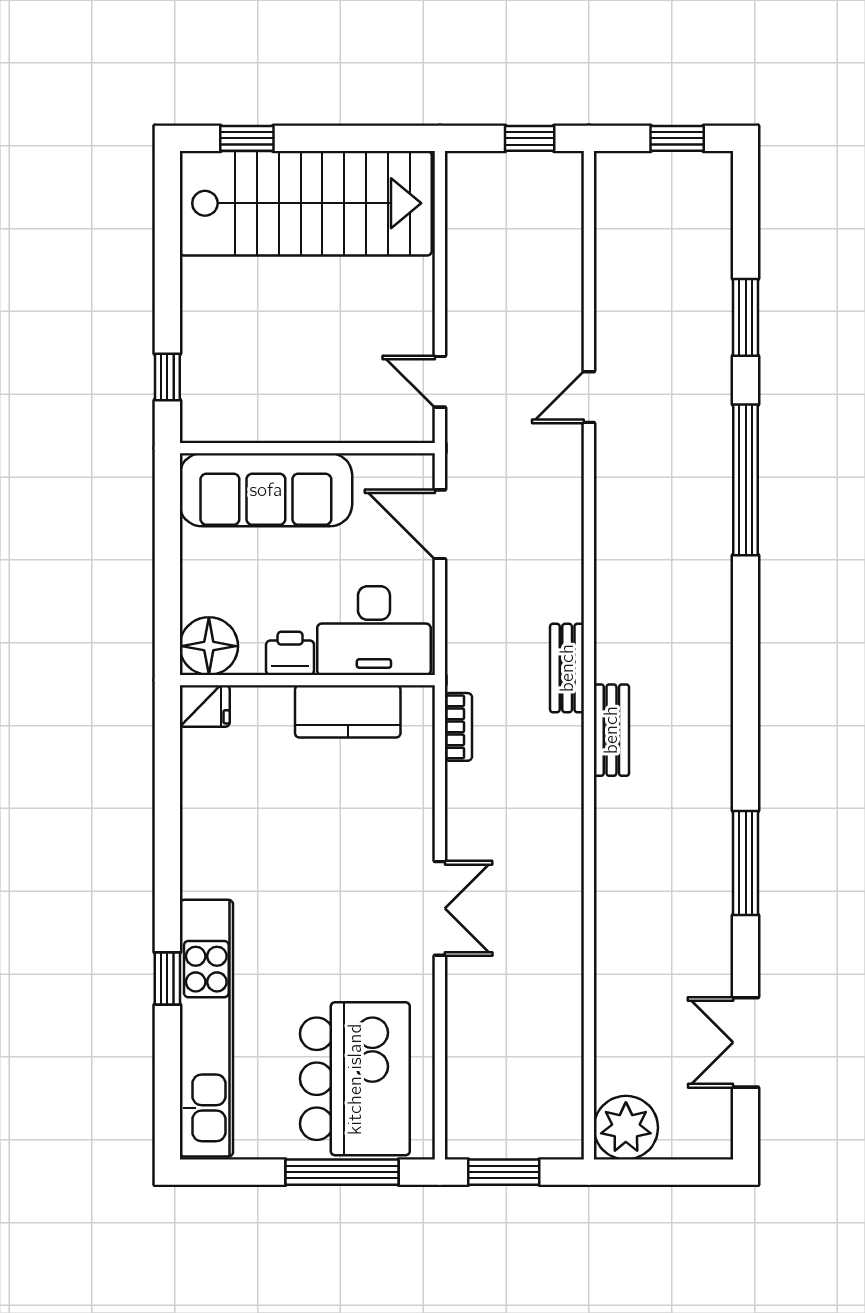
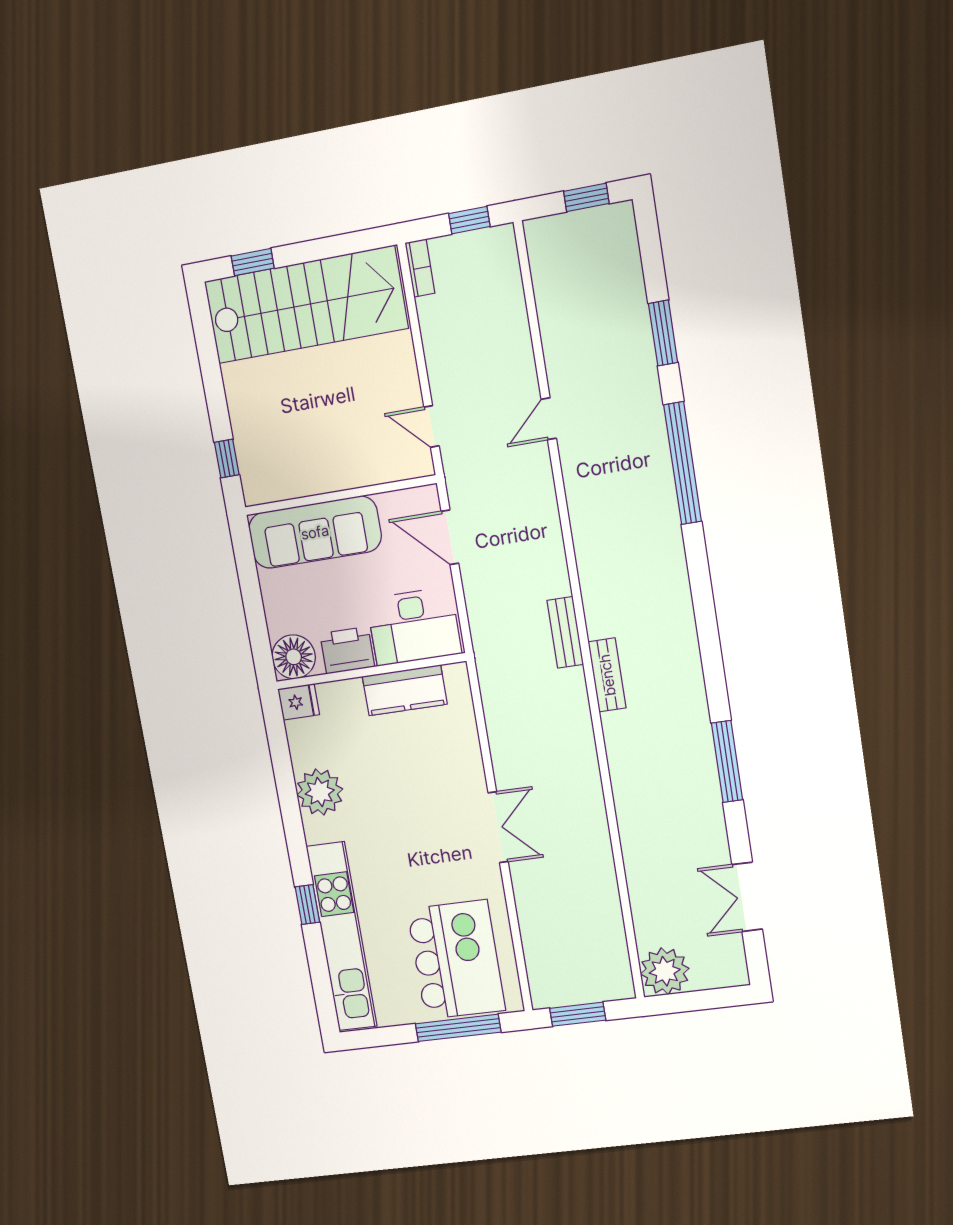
printer: (290, 653) -> (347, 650), width x1.36, depth x1.24
bookcase: (458, 727) -> (420, 268), moved
plant: (211, 829) -> (320, 792), added

